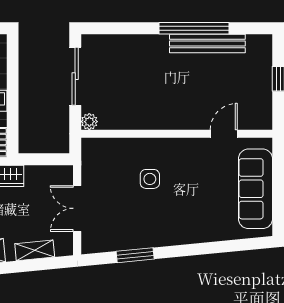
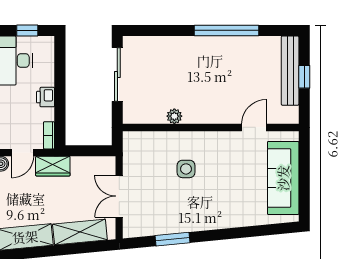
bench: (207, 44) -> (290, 71), moved, turned 90
plant: (89, 122) -> (174, 116), moved
shelving: (35, 250) -> (80, 232), width x1.50, depth x1.33

